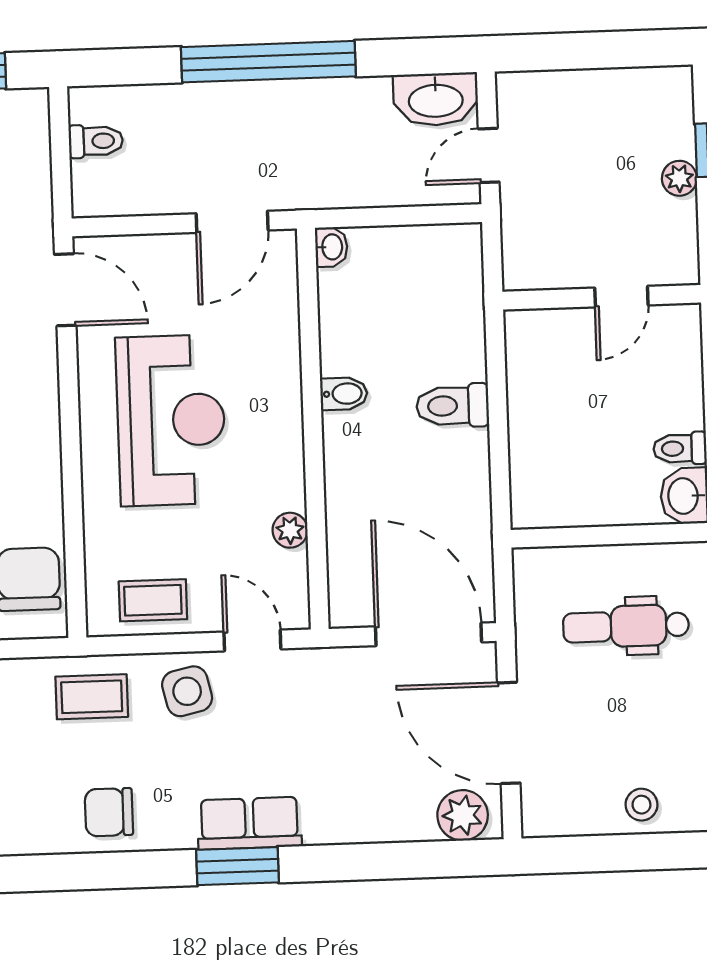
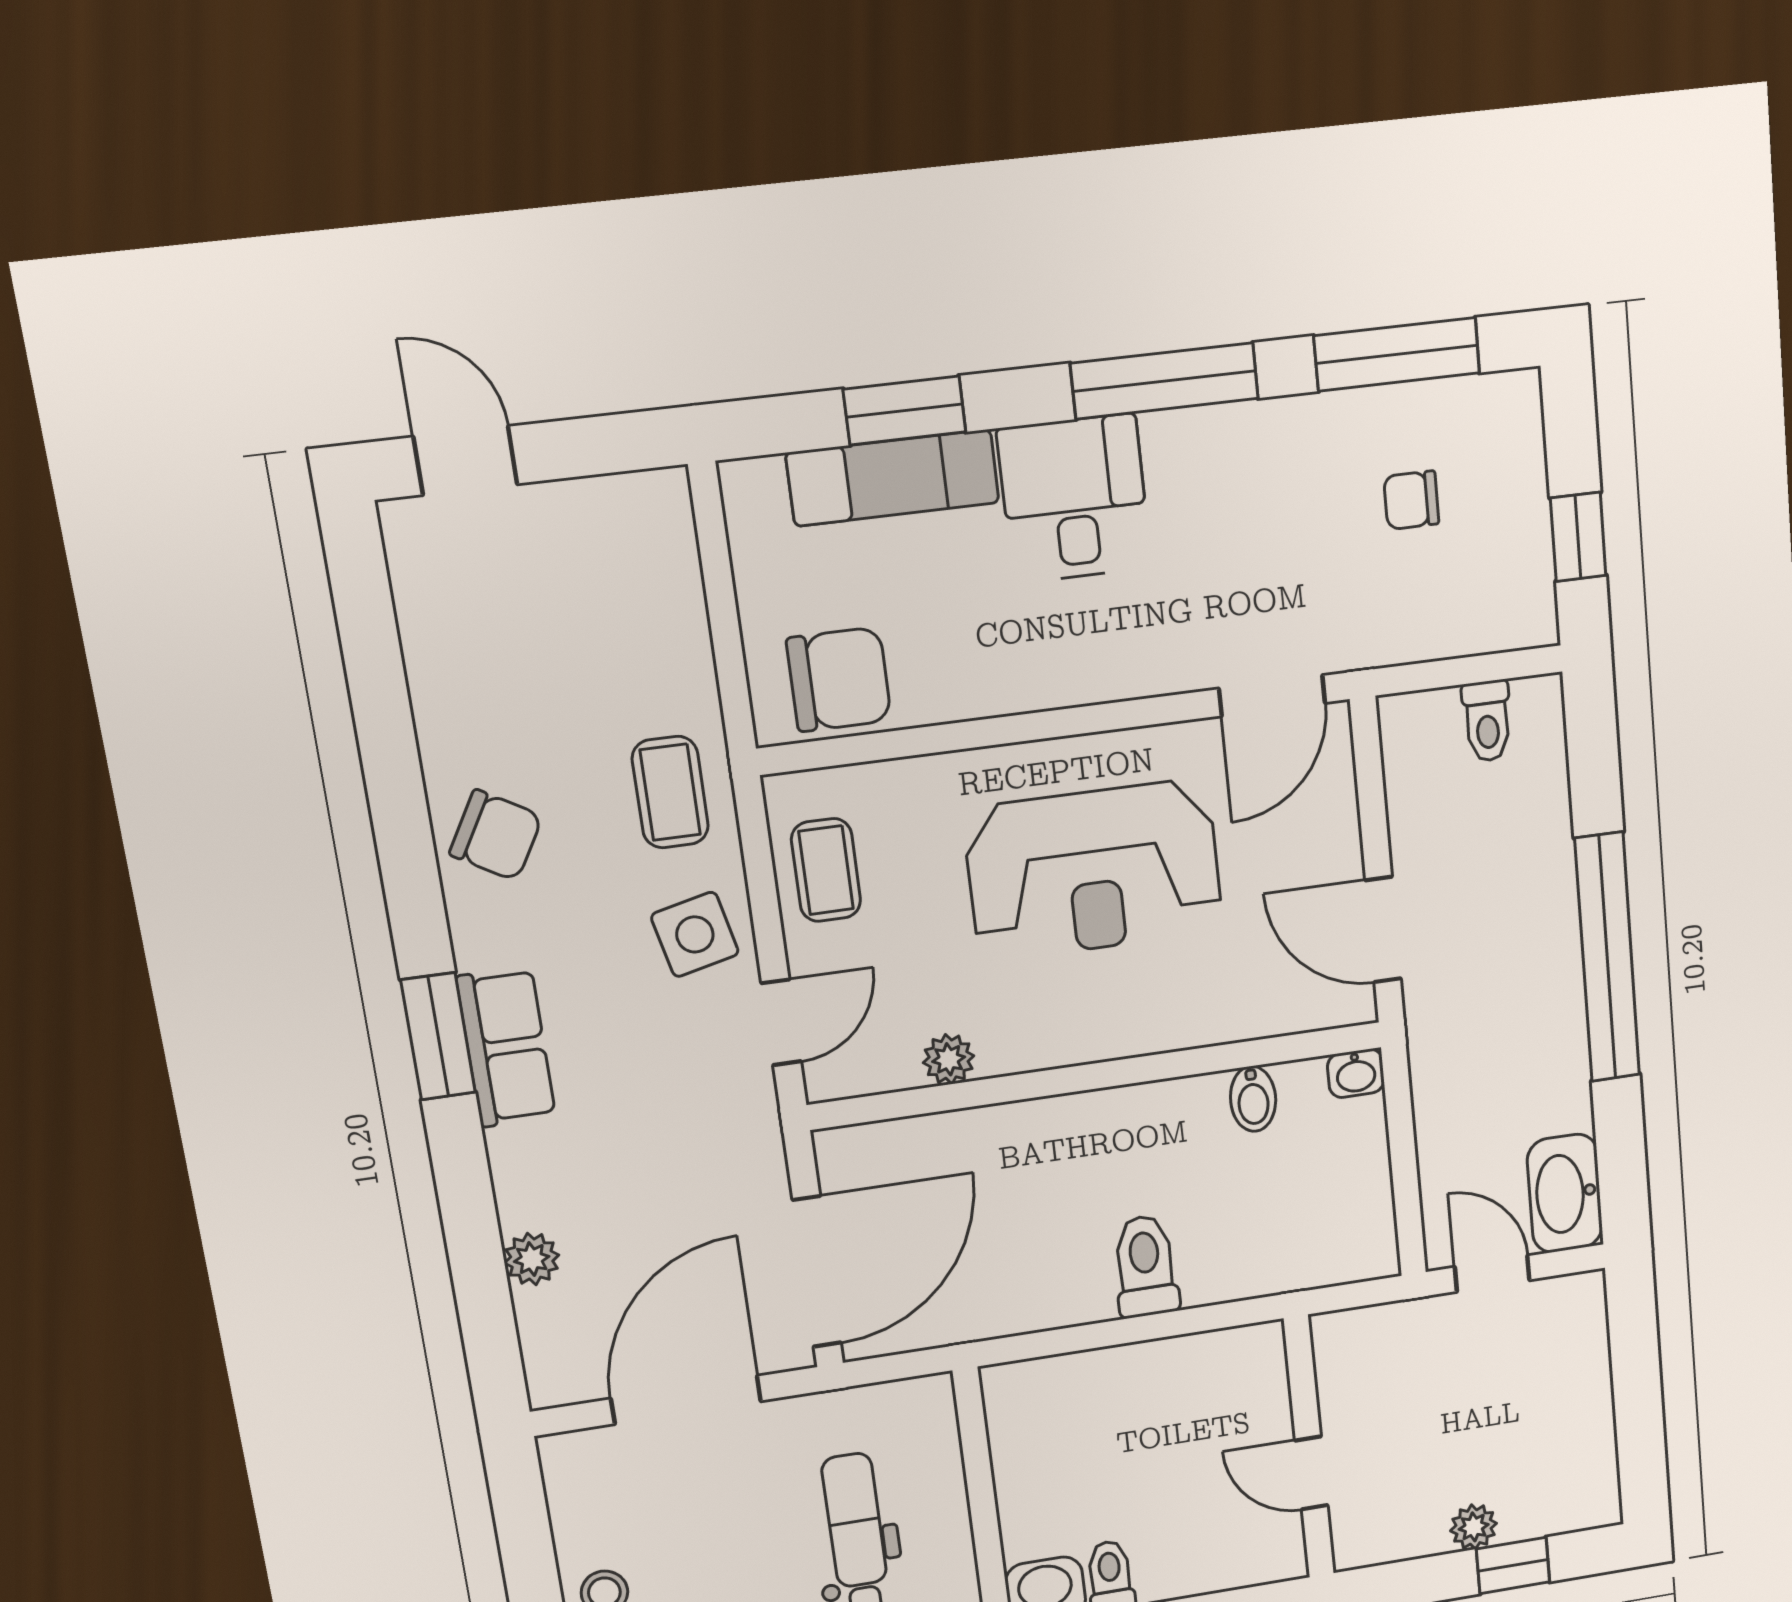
bidet: (344, 394) -> (1253, 1099), moved
chair: (109, 812) -> (496, 835), turned 120
plant: (463, 815) -> (532, 1259), moved, width x0.73, depth x0.73

